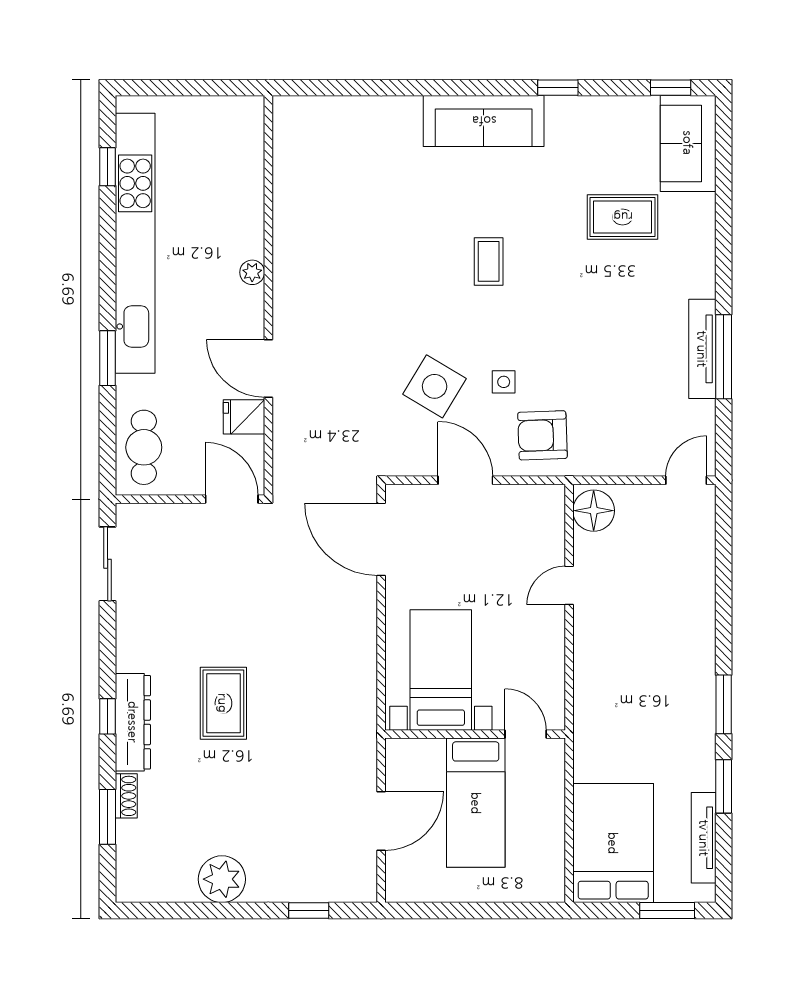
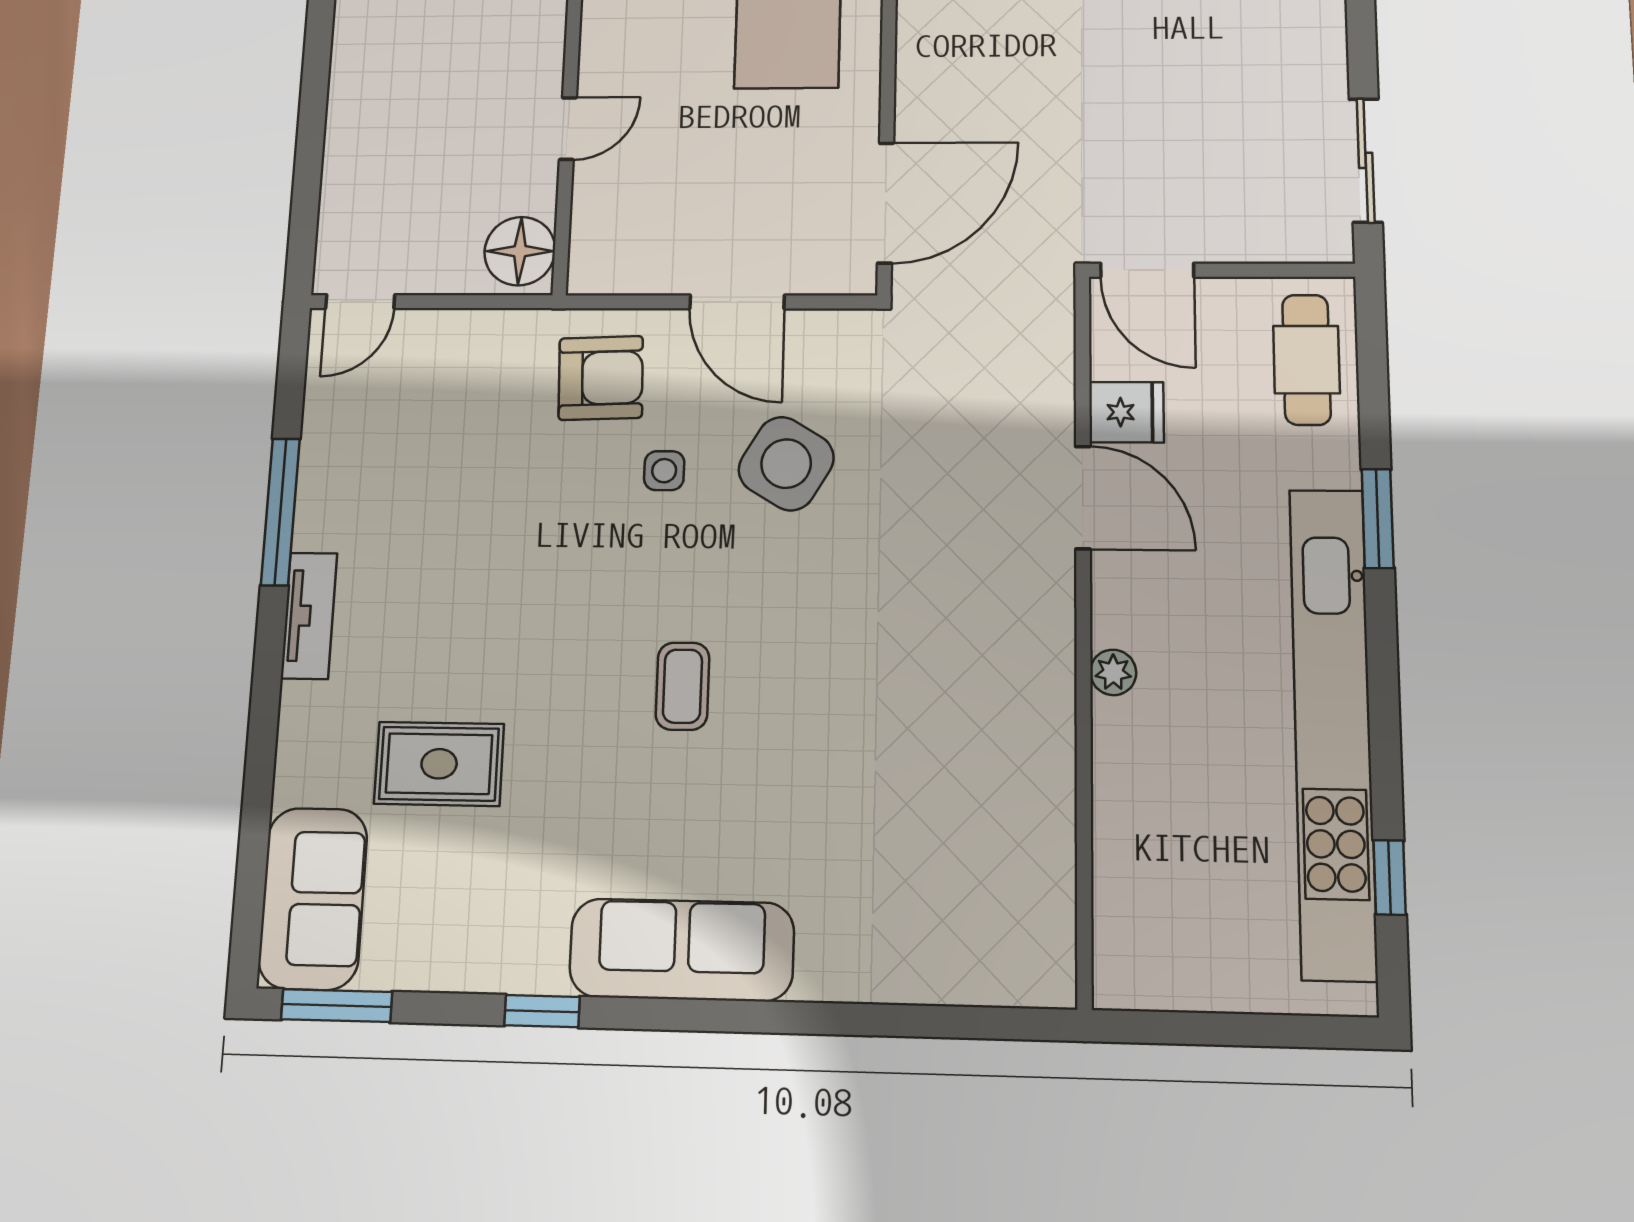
window: (671, 88) -> (337, 1006), width x1.50
tv unit: (702, 349) -> (309, 616), moved, width x0.71
door: (381, 539) -> (886, 203), hinge flipped

